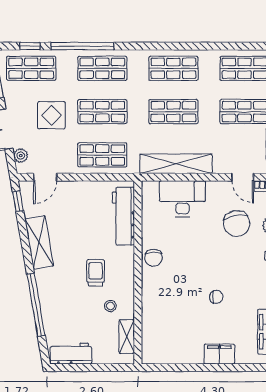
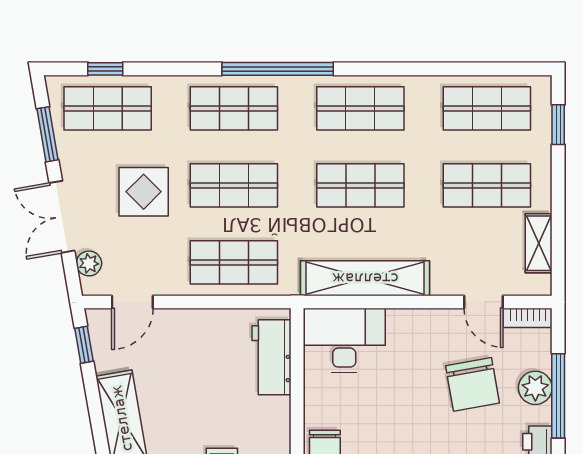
window: (82, 46) -> (278, 69), moved
desk: (182, 199) -> (344, 340), moved
workbench: (123, 216) -> (272, 357), width x0.73

